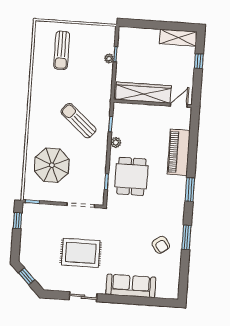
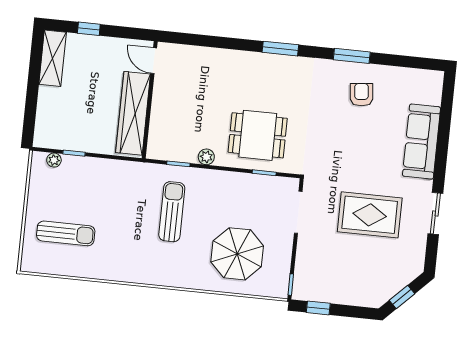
plant: (109, 58) -> (54, 160), moved
sun lounger: (78, 121) -> (172, 212), turned 139
piano: (179, 152) -> (224, 63), removed
armchair: (161, 245) -> (362, 95), turned -60
rug: (81, 253) -> (370, 215), turned 90

